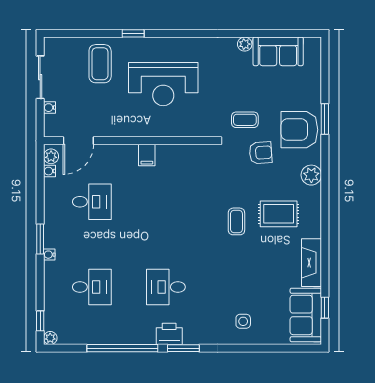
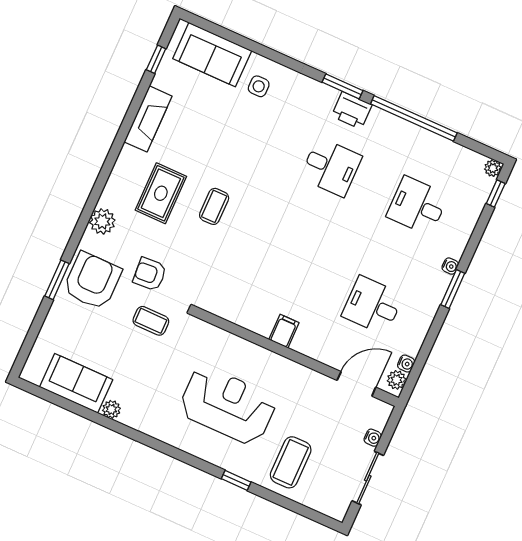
armchair: (299, 130) -> (92, 281), turned -90
rug: (279, 214) -> (161, 193), turned 90
sofa: (306, 315) -> (212, 55), moved, turned 90

